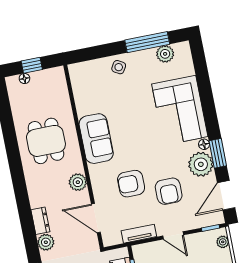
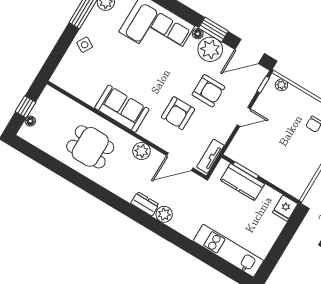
door: (226, 195) -> (250, 51), hinge flipped
tv unit: (139, 234) -> (210, 156), moved

